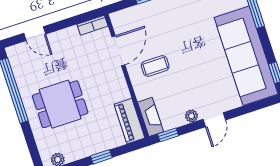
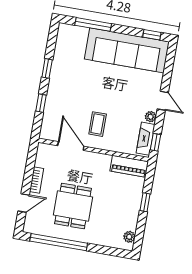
bookcase: (93, 25) -> (36, 180), moved
dining table: (60, 104) -> (73, 206), moved
fireplace: (150, 117) -> (145, 139), moved, turned -90

